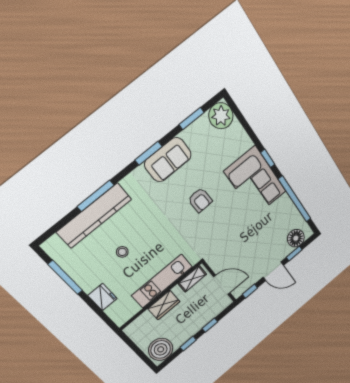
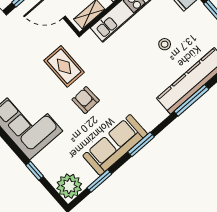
window: (268, 158) -> (35, 171), moved
sofa: (168, 160) -> (115, 145), width x1.36
rug: (218, 232) -> (64, 66), added

